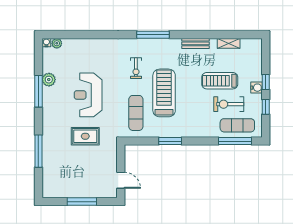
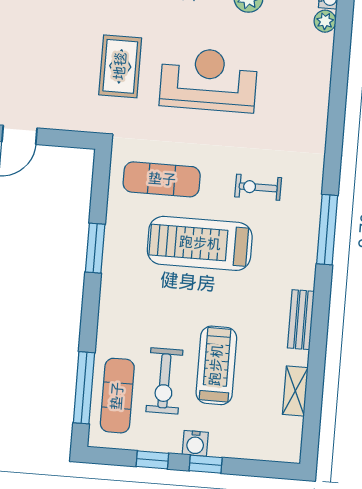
treadmill: (164, 93) -> (200, 243), turned 180
exercise bike: (229, 104) -> (164, 381), turned 180

